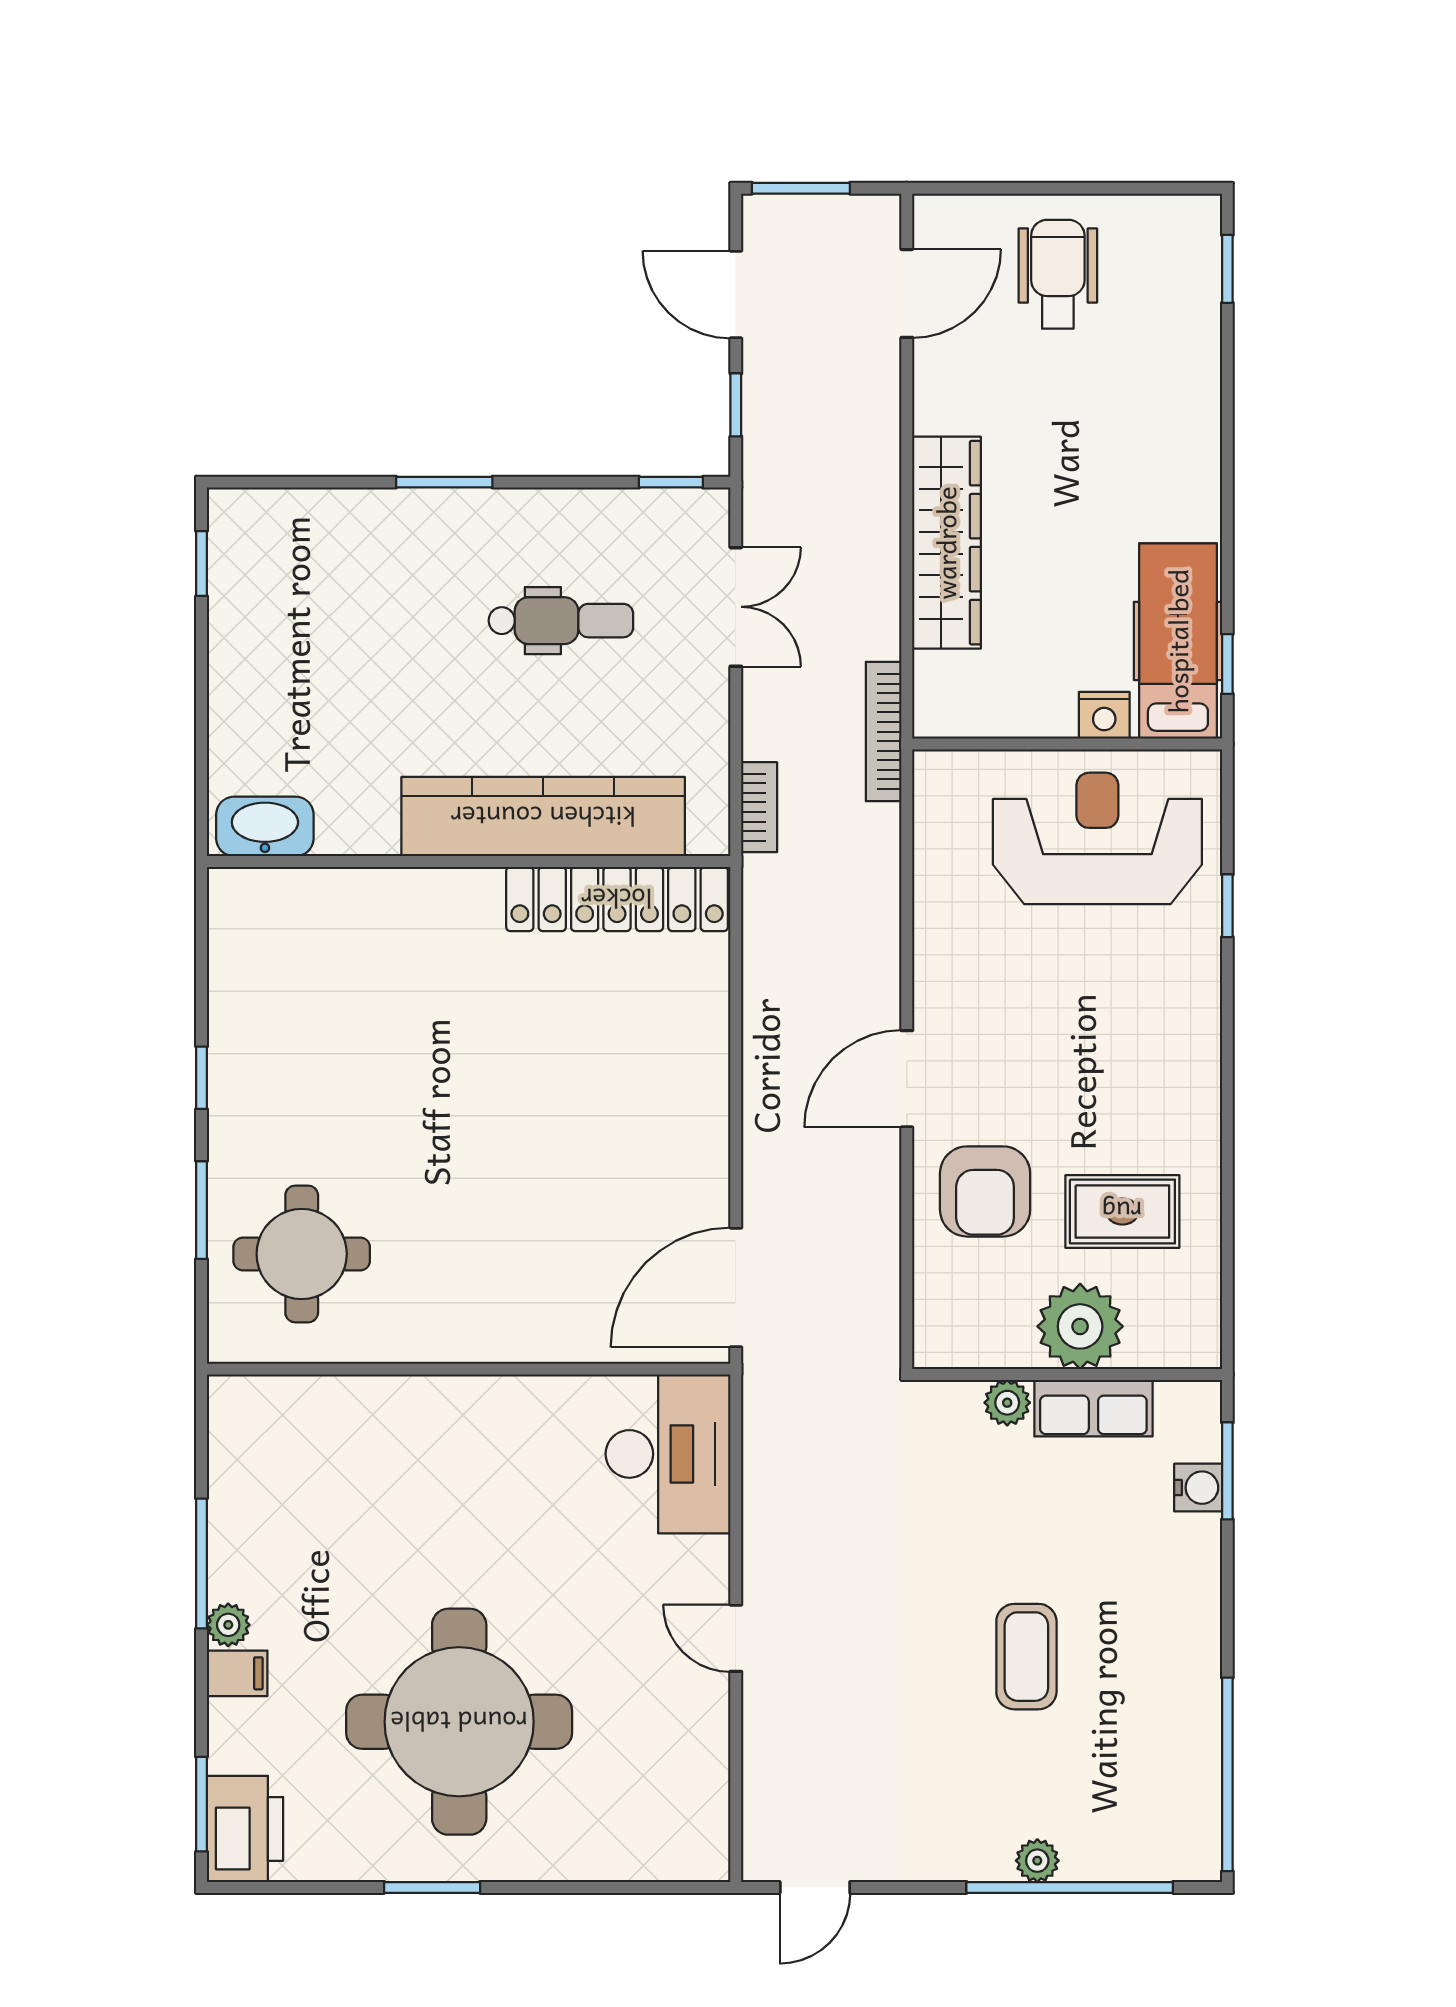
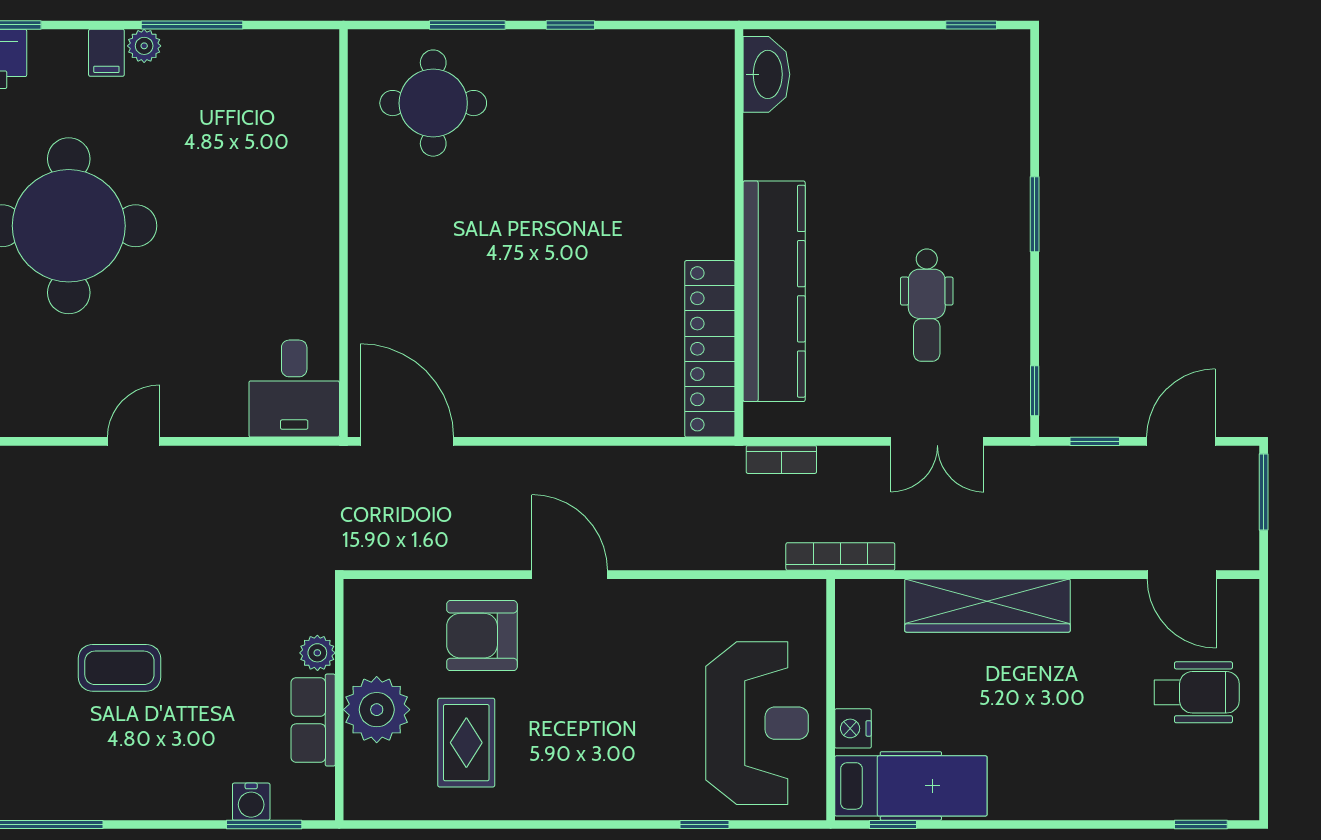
desk: (668, 1454) -> (294, 389), width x0.73

